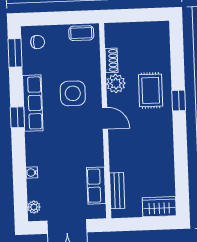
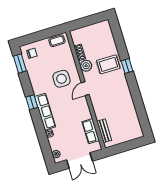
rug: (151, 90) -> (108, 64), turned 90
row of seats: (33, 103) -> (45, 112), moved
door: (105, 118) -> (85, 89), swing flipped
wardrobe: (159, 207) -> (132, 134), removed

